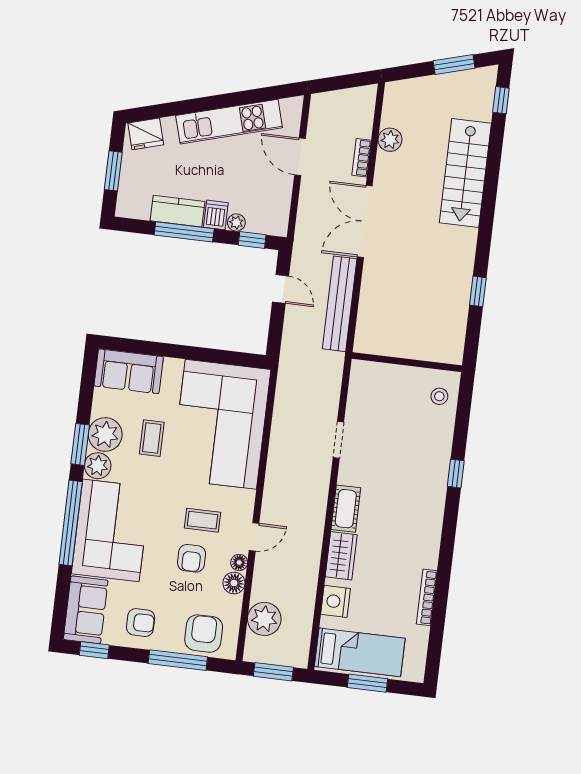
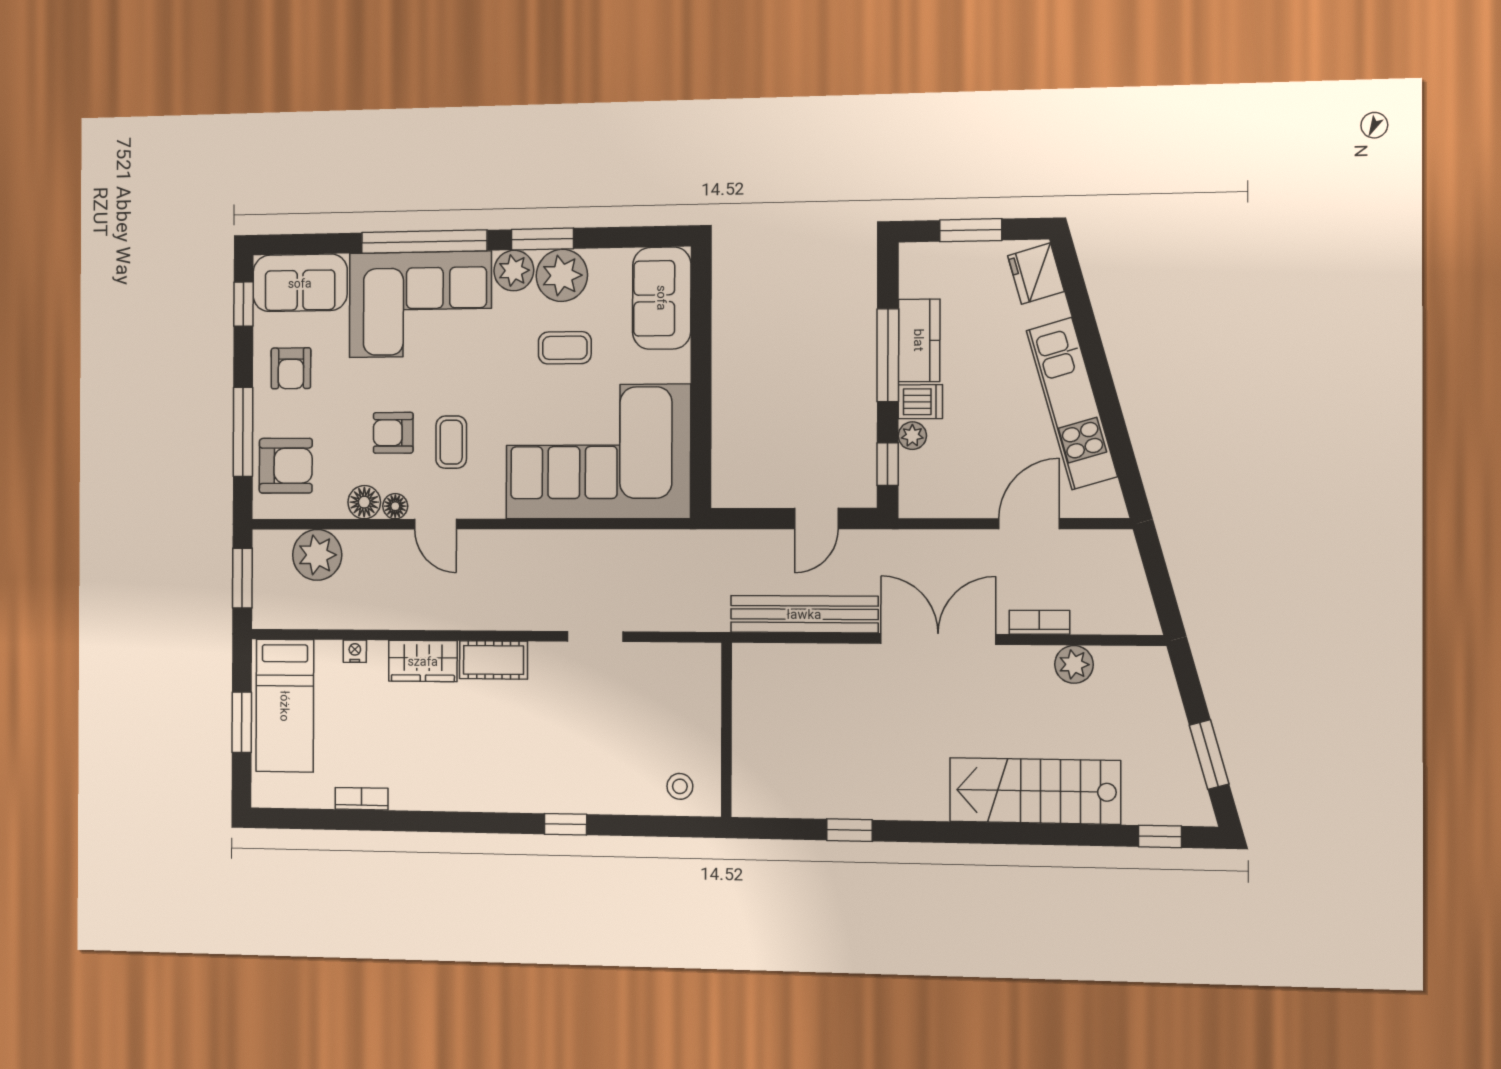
bookcase: (427, 597) -> (362, 799), width x0.64
nightstand: (336, 601) -> (355, 651), width x0.53, depth x0.56

